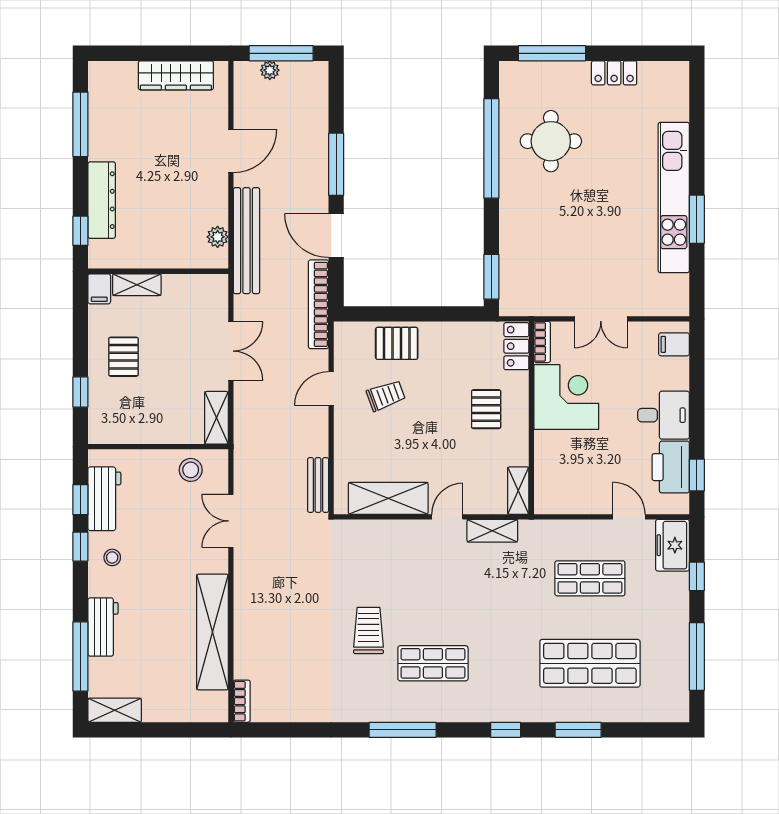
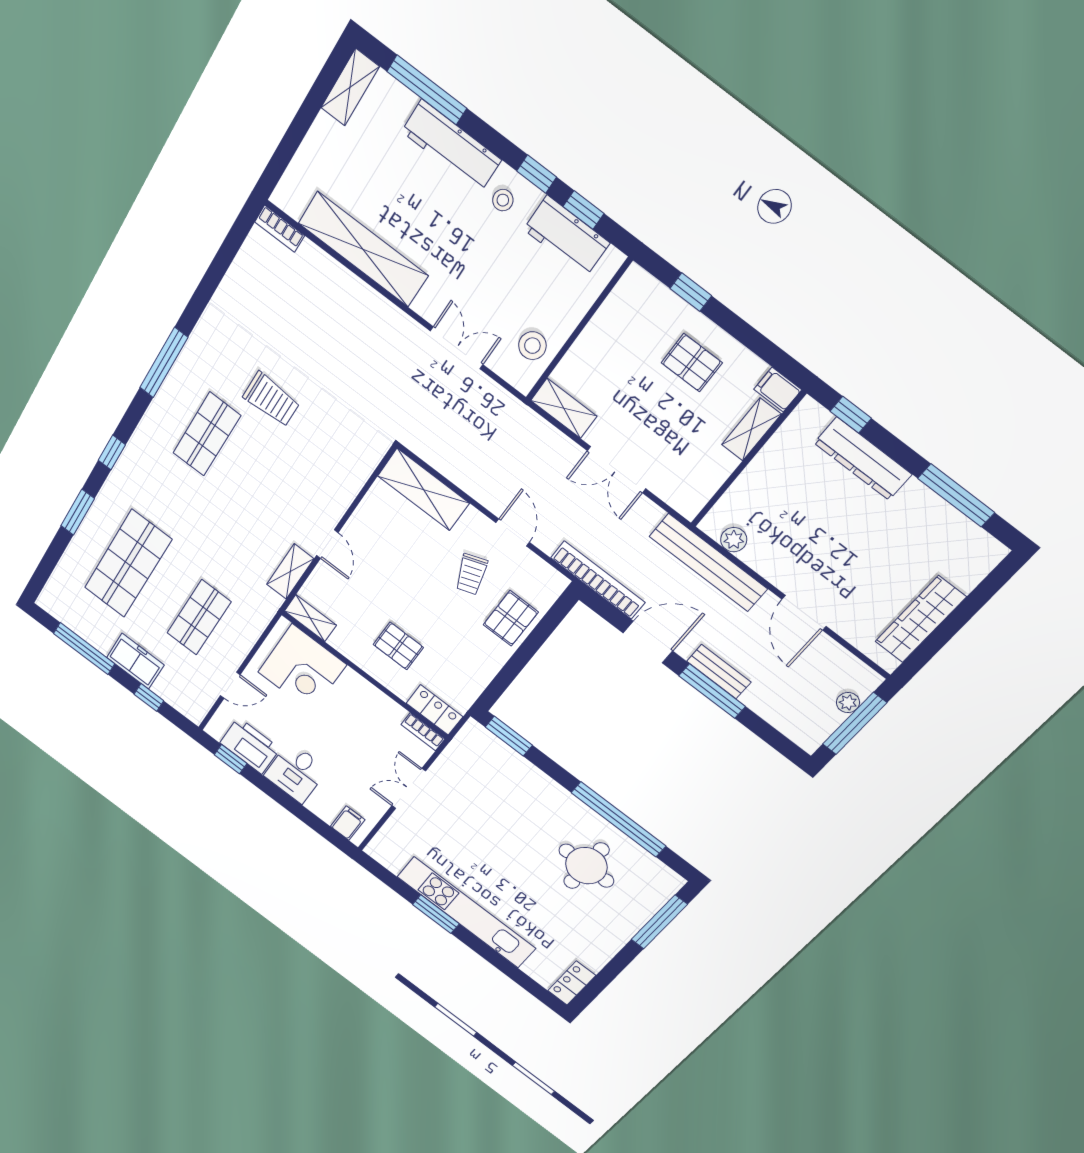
locker: (614, 73) -> (572, 983), moved
corner desk: (566, 397) -> (302, 668), moved
bench: (318, 485) -> (719, 672), moved
shelving: (388, 498) -> (423, 490), moved, turned 90
freezer: (673, 545) -> (135, 661), moved
workbench: (103, 627) -> (451, 146), width x1.38

